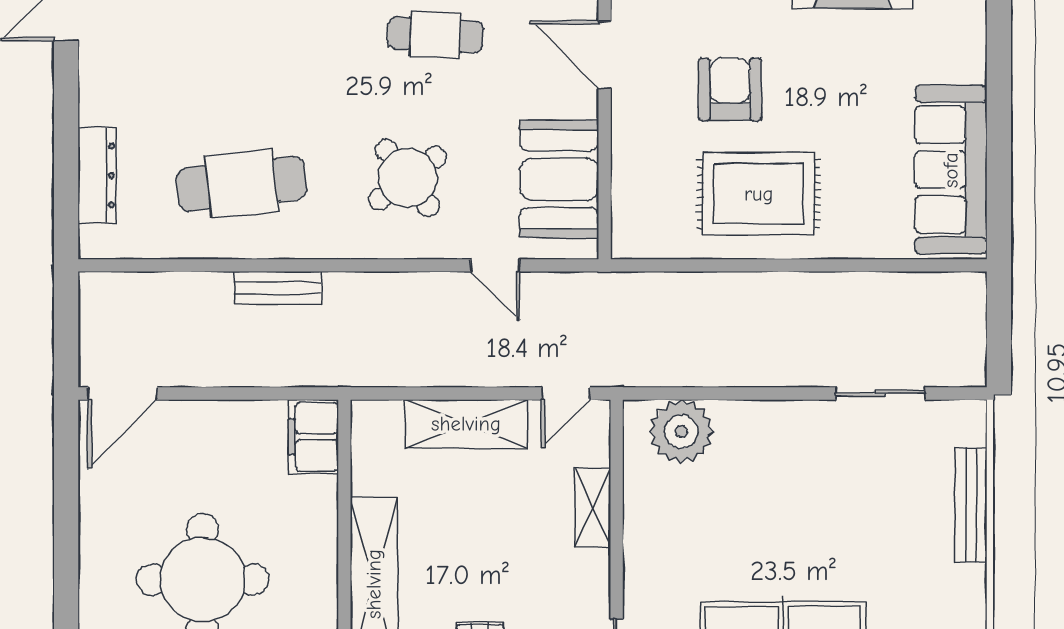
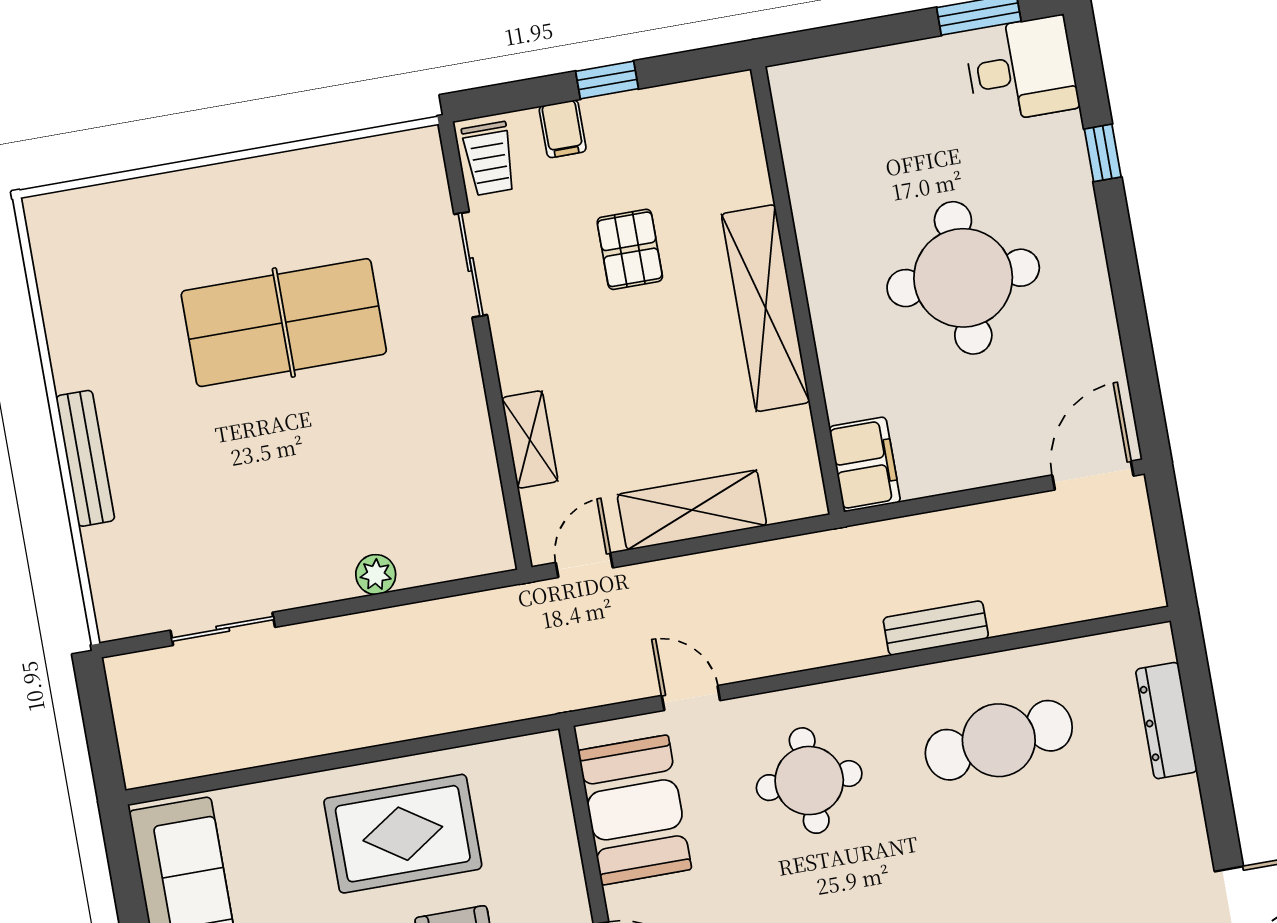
round table: (408, 178) -> (809, 781), turned 37
plant: (681, 432) -> (376, 575), moved, width x0.53, depth x0.53
bench: (971, 505) -> (85, 458), moved

